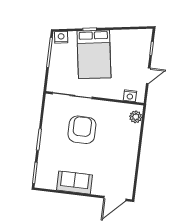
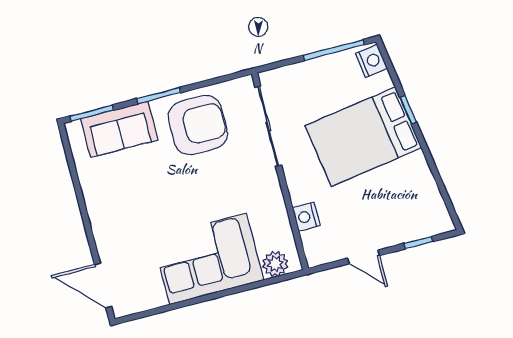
nightstand: (130, 96) -> (306, 217), moved
armchair: (82, 130) -> (198, 125), moved
corner sofa: (121, 146) -> (208, 259), added
sofa: (75, 183) -> (119, 129), moved, turned 90

